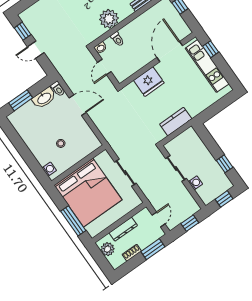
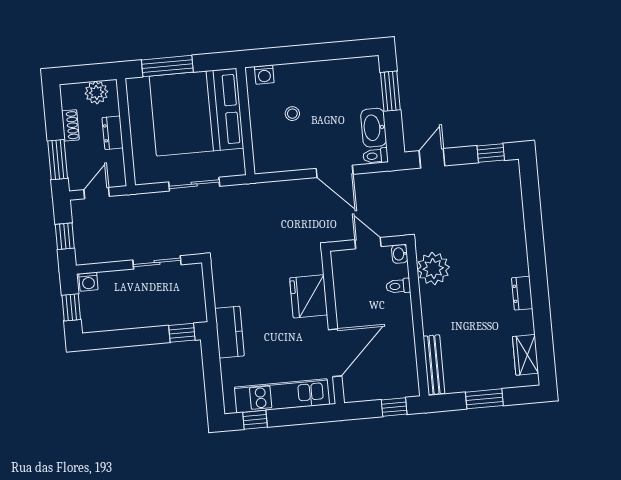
plant: (109, 19) -> (433, 268), moved
window: (211, 49) -> (255, 420), moved
door: (36, 50) -> (432, 158), moved
door: (170, 52) -> (335, 353), hinge flipped
door: (78, 105) -> (335, 171), hinge flipped
kitchen counter: (176, 122) -> (229, 332), moved
window: (225, 164) -> (182, 333), moved
washing machine: (195, 183) -> (88, 282), moved
door: (159, 220) -> (97, 193), swing flipped
dresser: (123, 229) -> (113, 133), width x0.70

